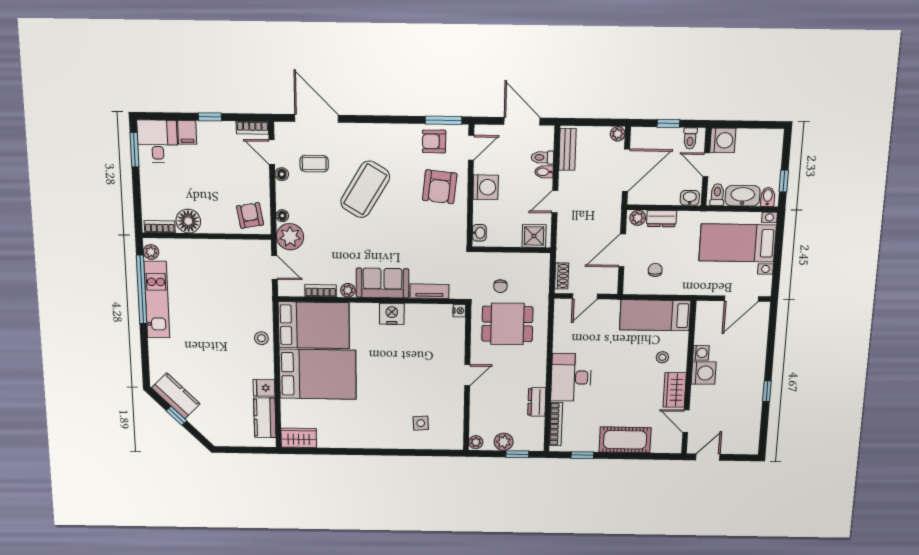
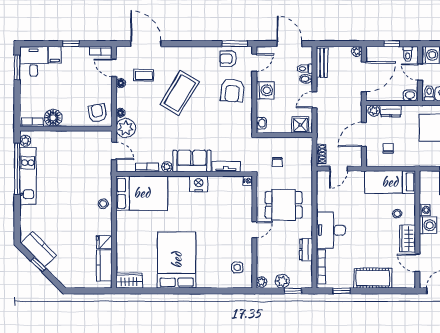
dining table: (507, 324) -> (284, 205), moved
bed: (318, 374) -> (177, 260), moved, turned -90
side table: (421, 423) -> (237, 267), moved

